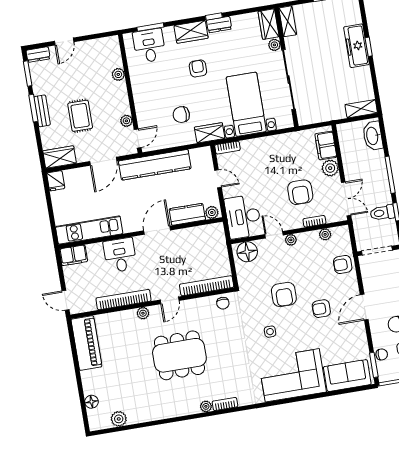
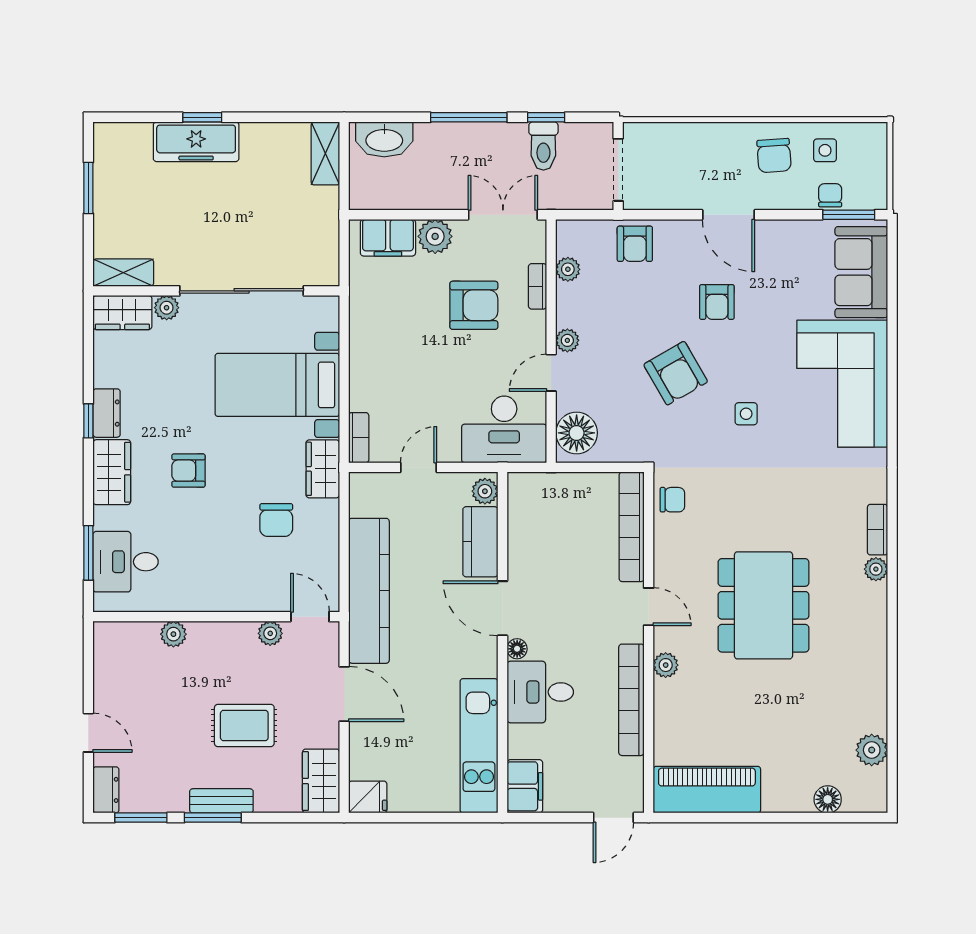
floor lamp: (139, 241) -> (517, 649), added
armchair: (284, 295) -> (676, 373), turned 60

